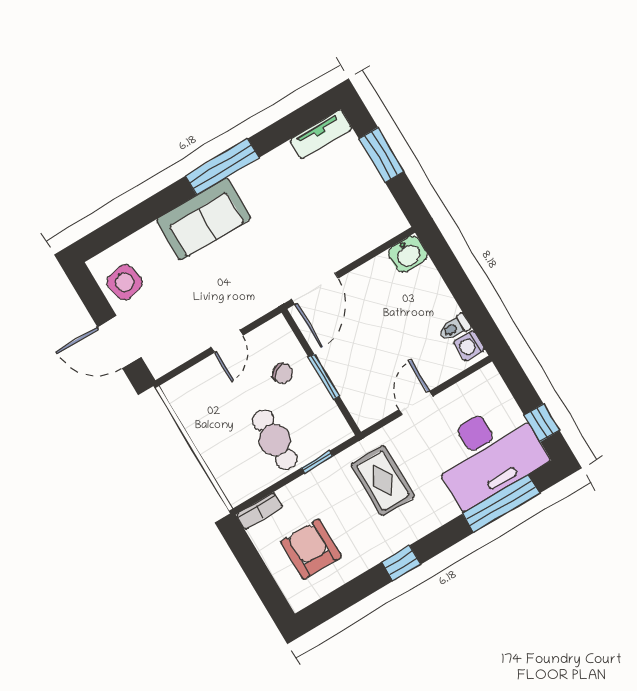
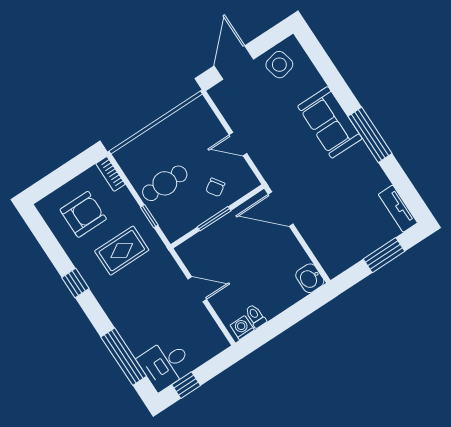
desk: (488, 454) -> (165, 364), width x0.53, depth x0.77
rug: (383, 481) -> (122, 251), moved

